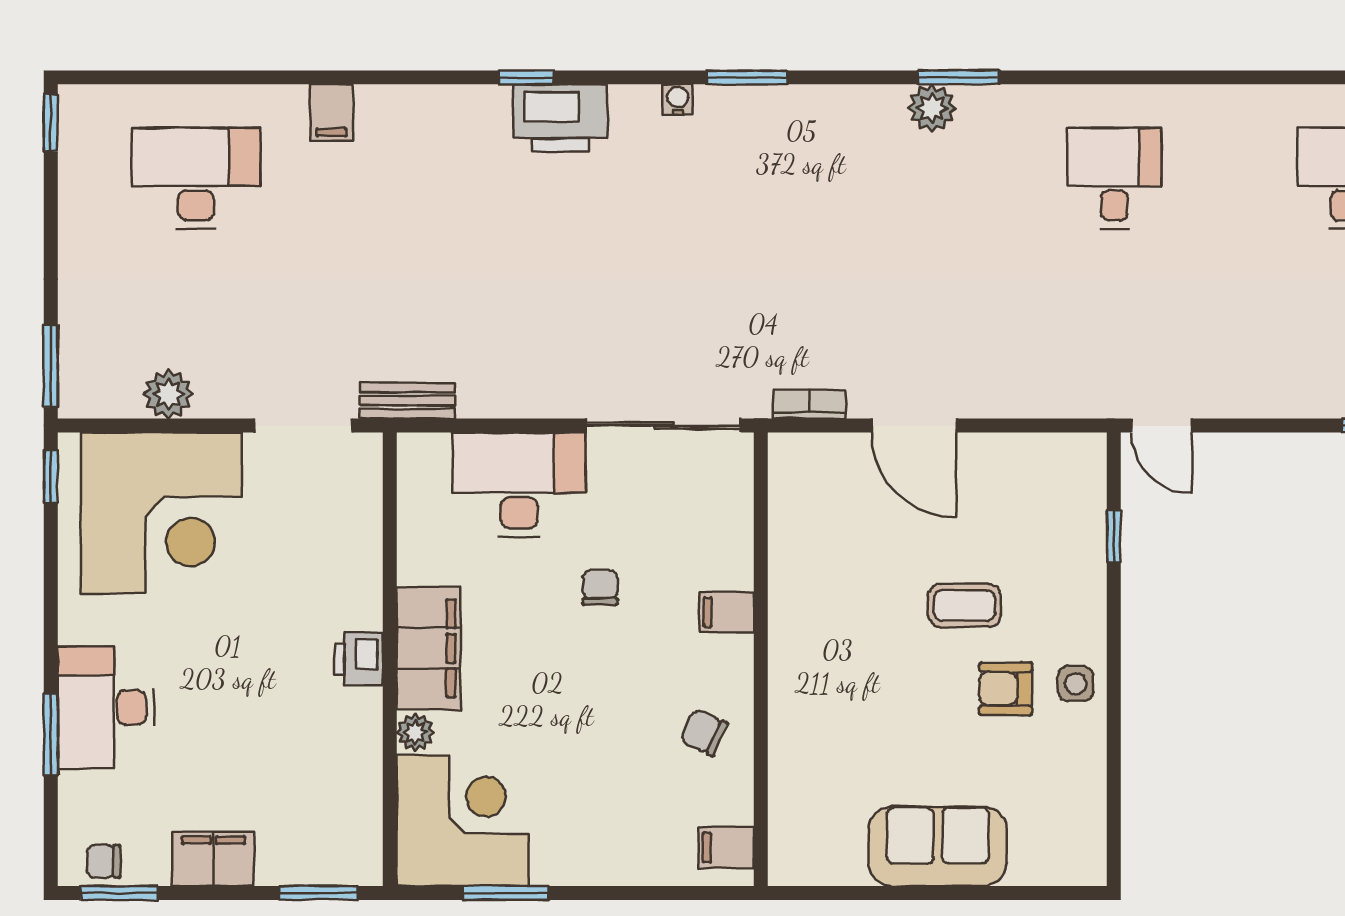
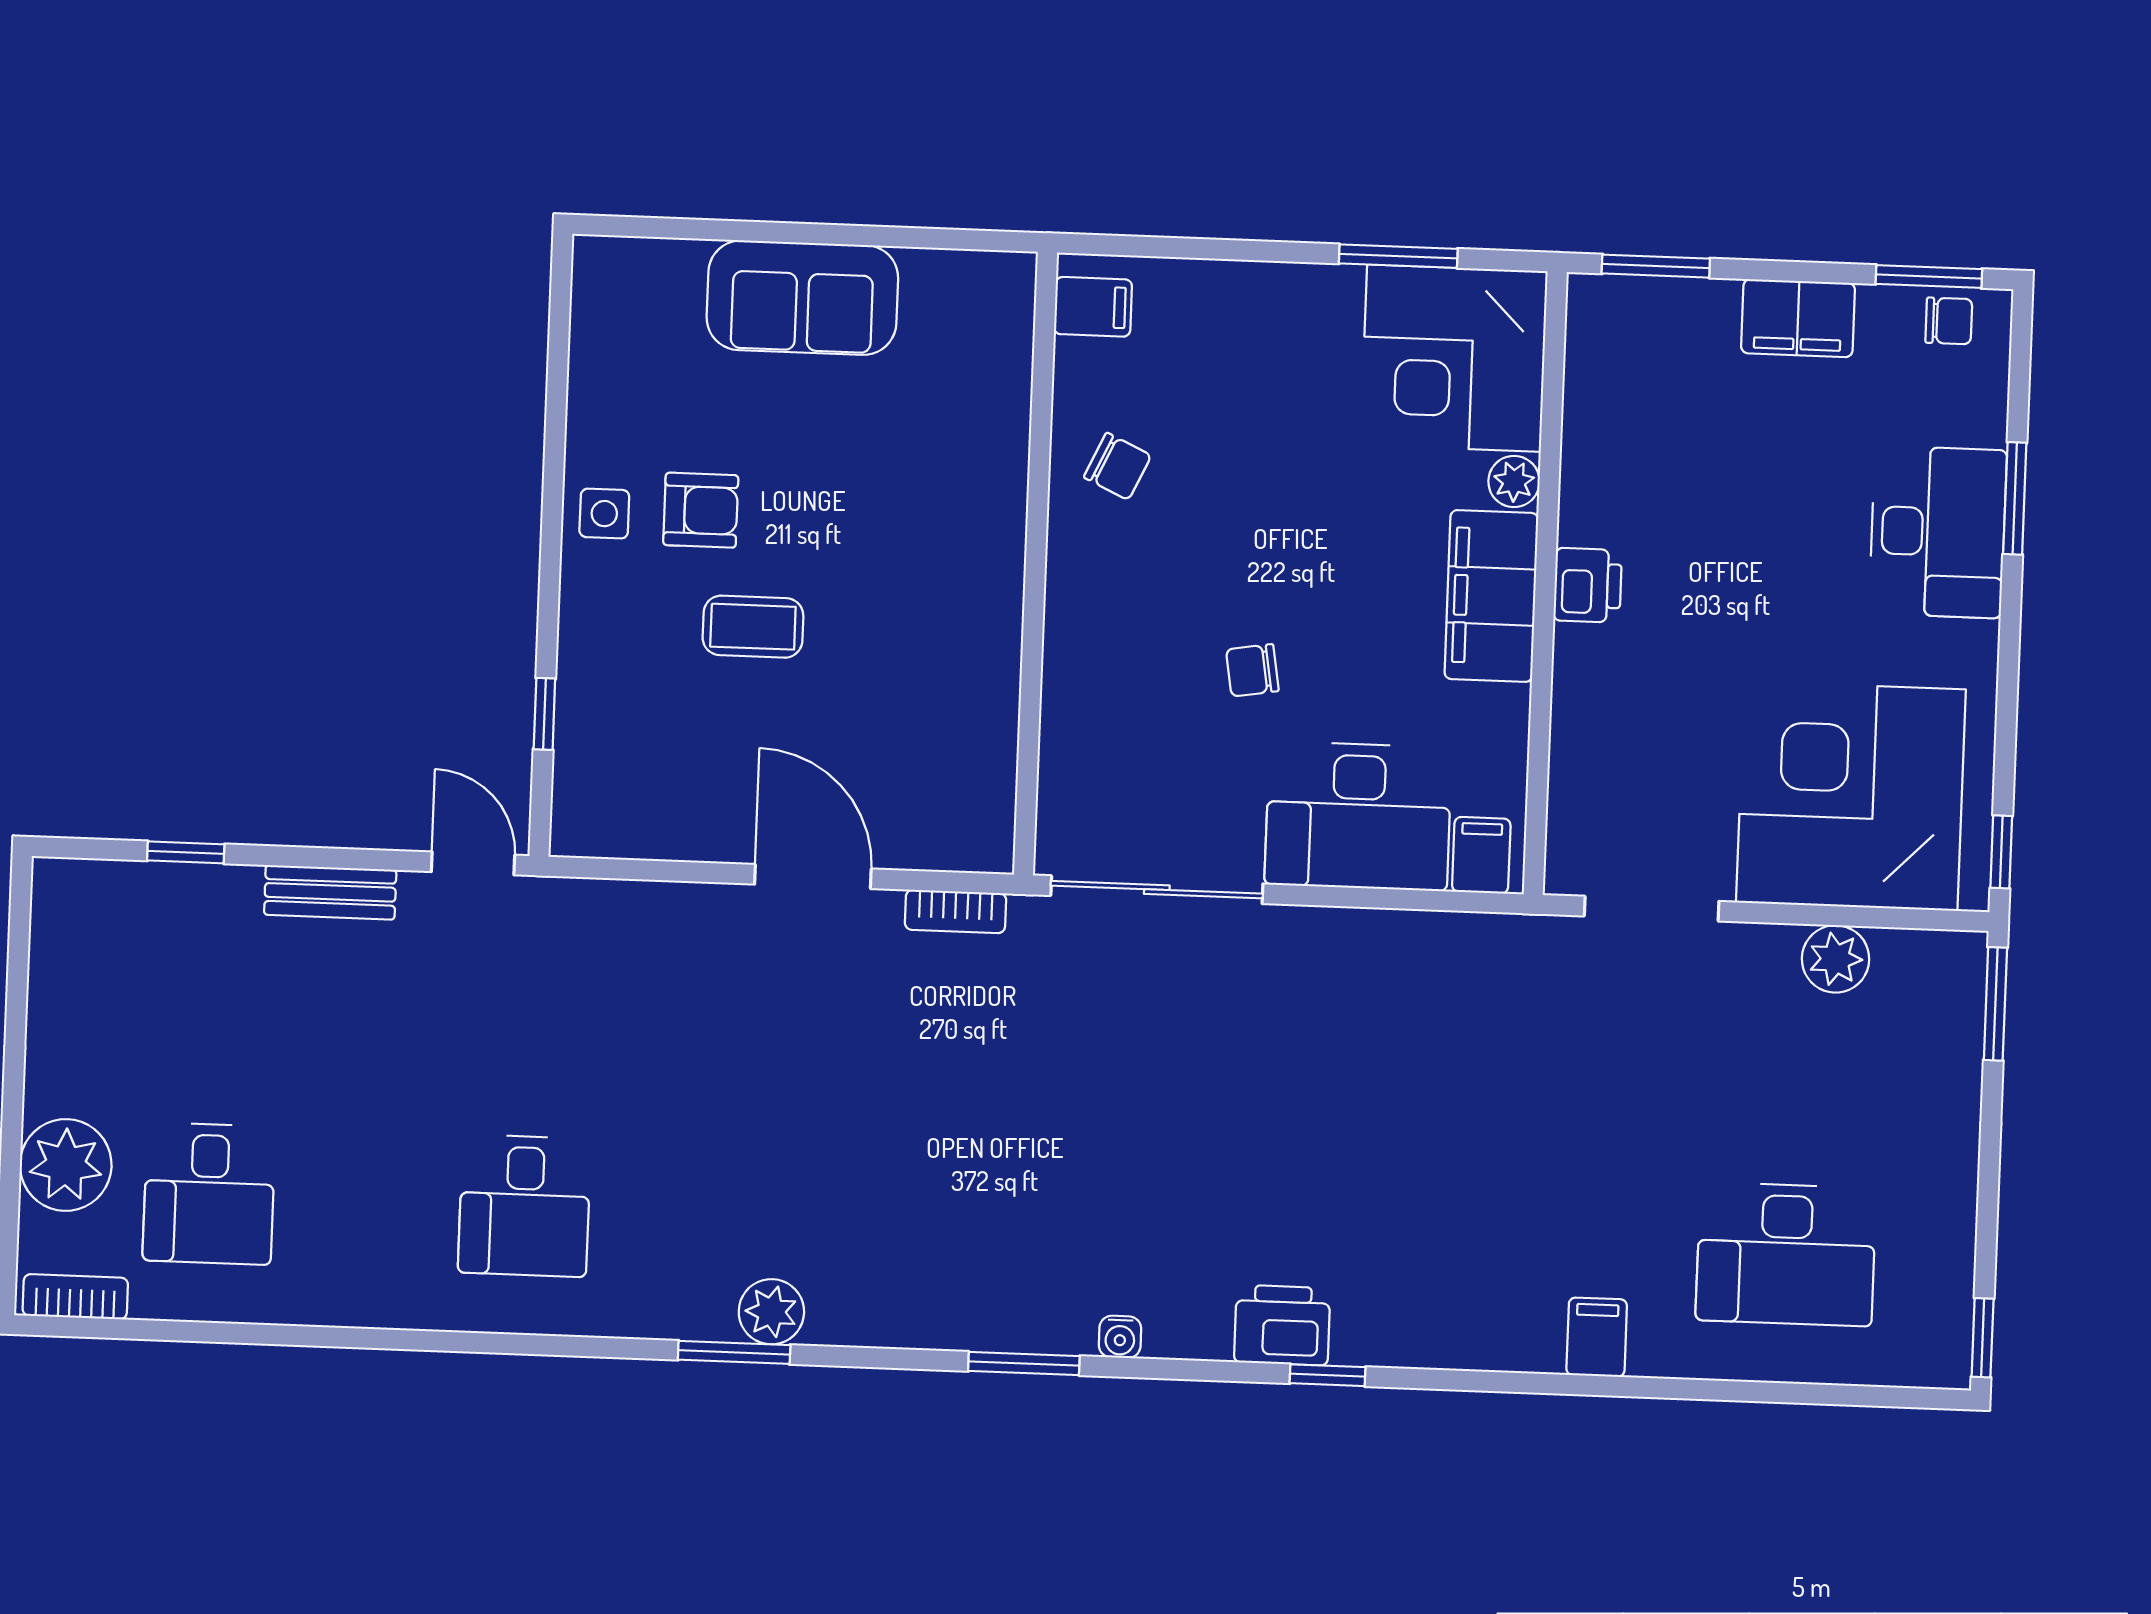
printer: (560, 118) -> (1282, 1325), width x0.73, depth x0.84
bench: (407, 401) -> (330, 892), moved
chair: (600, 588) -> (1252, 670), turned 81
filing cabinet: (727, 612) -> (1481, 855), moved, turned -90

